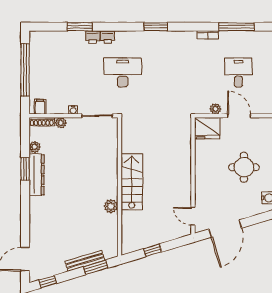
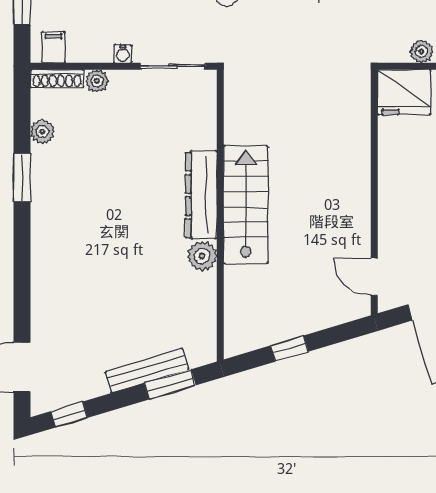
dresser: (37, 175) -> (201, 195), moved, turned 180

